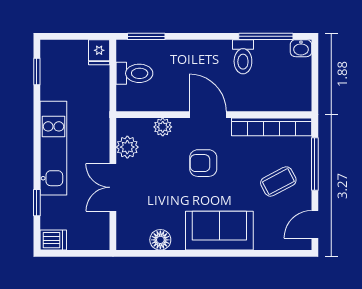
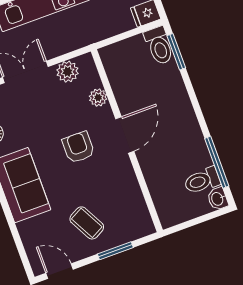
toilet: (243, 57) -> (202, 181), moved
toilet: (134, 73) -> (159, 46), moved
bookcase: (272, 127) -> (135, 198), removed
window: (315, 164) -> (115, 251), width x0.69

